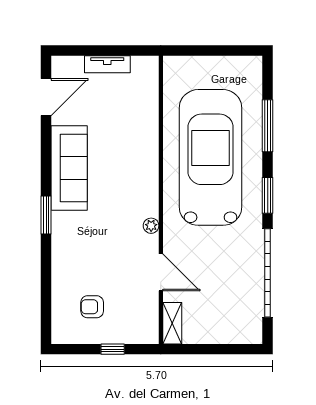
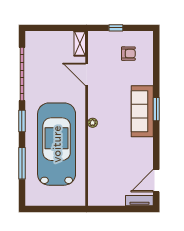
tv unit: (107, 64) -> (139, 201), moved
car: (211, 157) -> (57, 144), turned 180
sofa: (69, 168) -> (142, 111), moved
plant: (151, 226) -> (93, 123), moved

